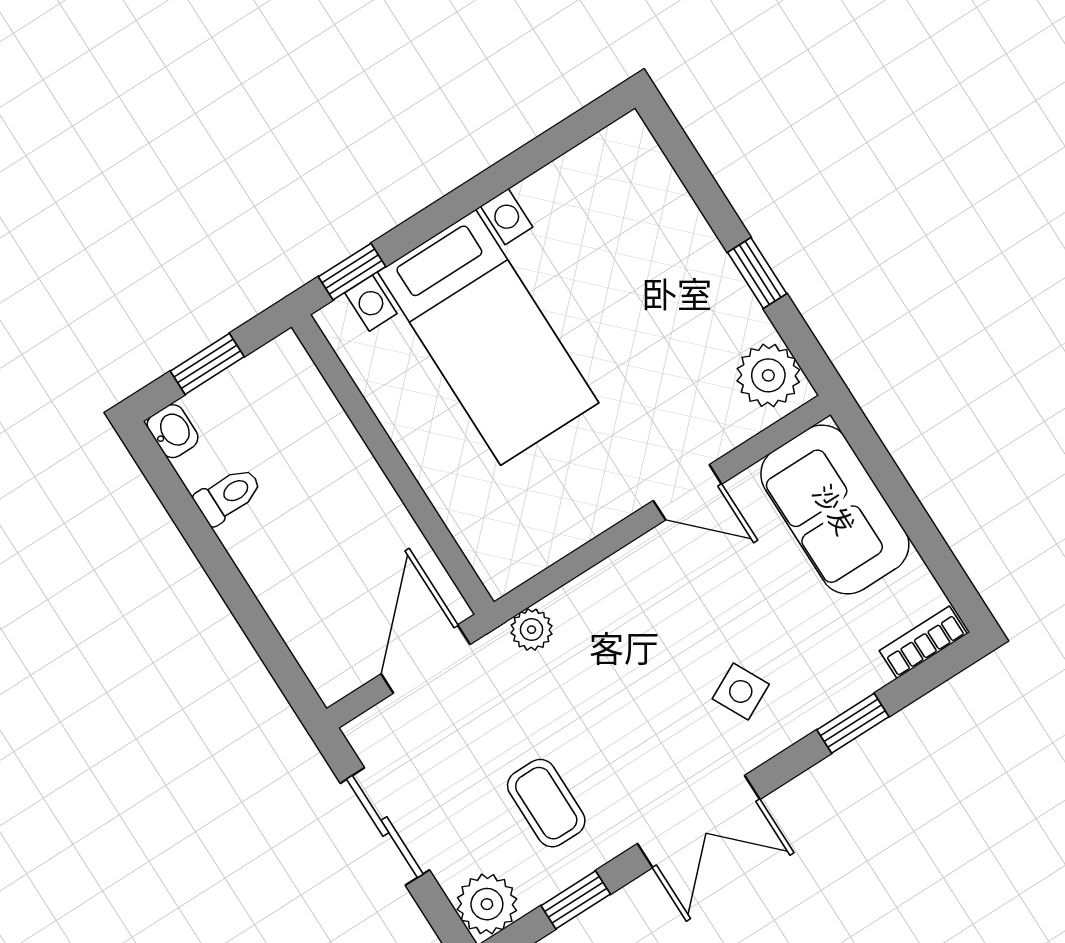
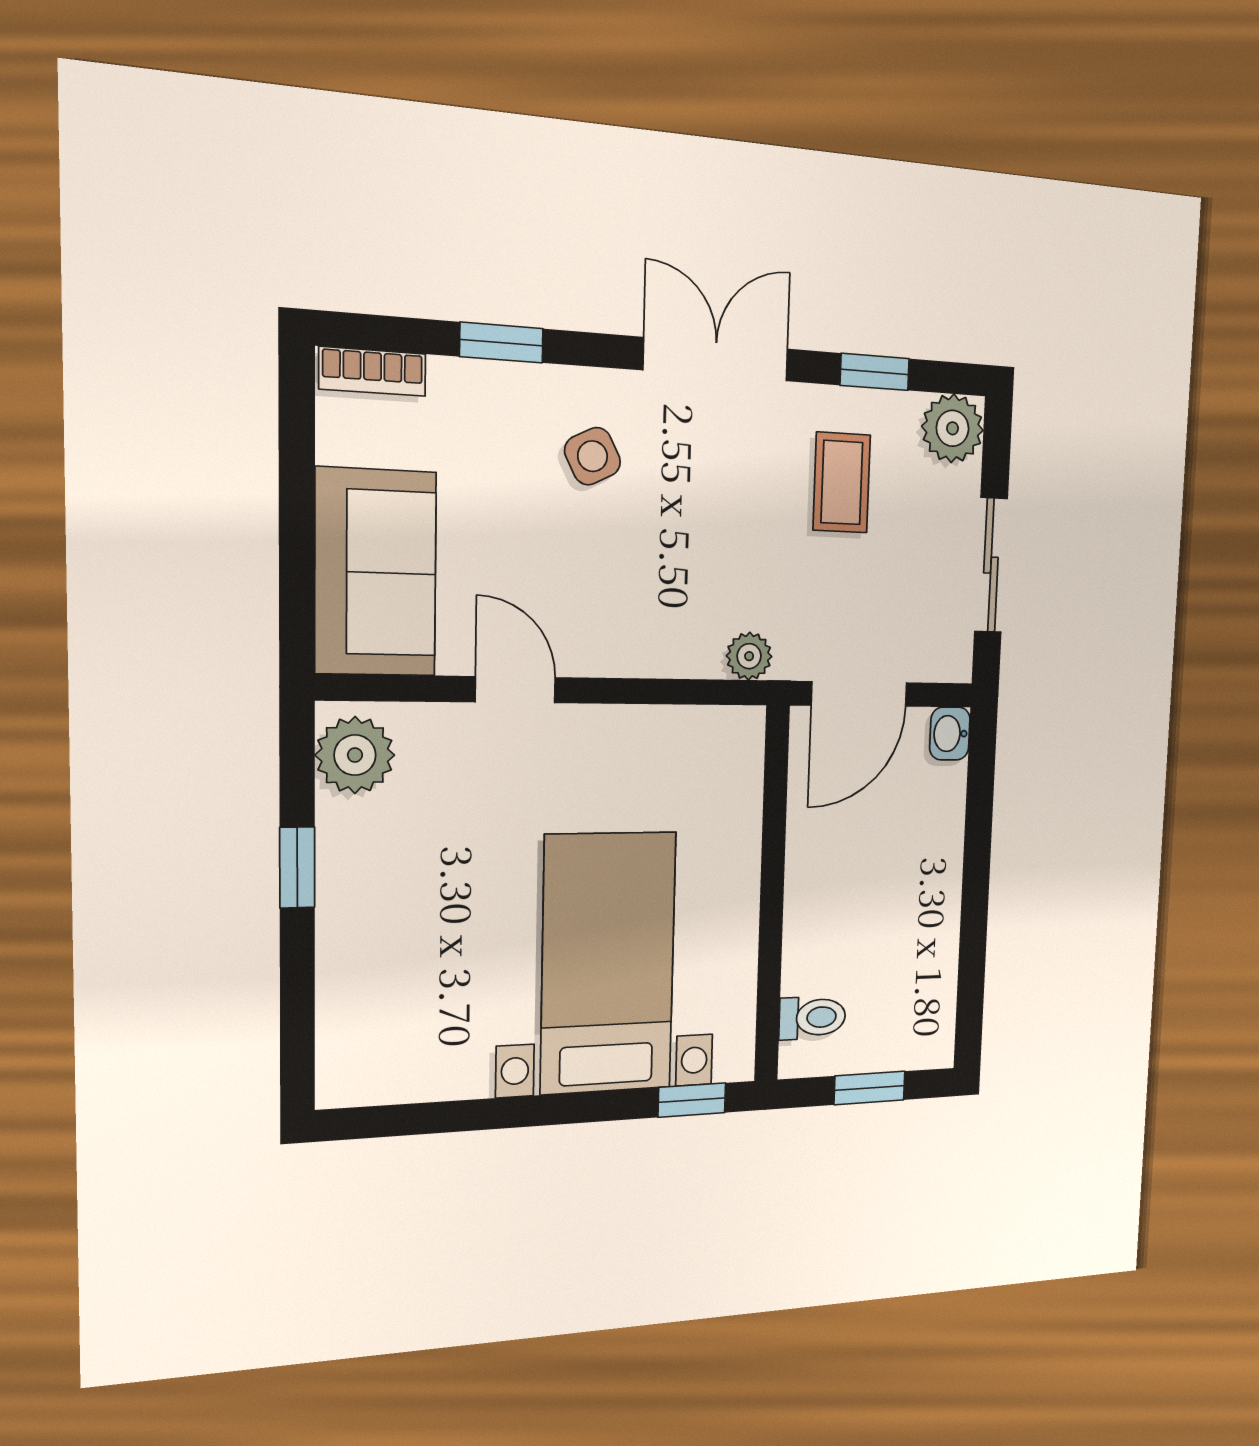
washbasin: (173, 431) -> (950, 734), moved
toilet: (228, 495) -> (812, 1018), moved, turned 180

